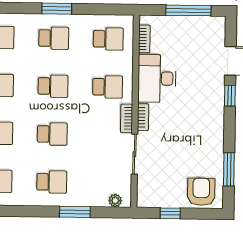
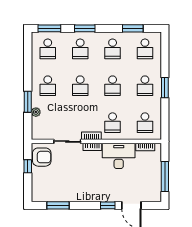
armchair: (201, 192) -> (42, 157), moved
plant: (115, 201) -> (36, 112), moved

